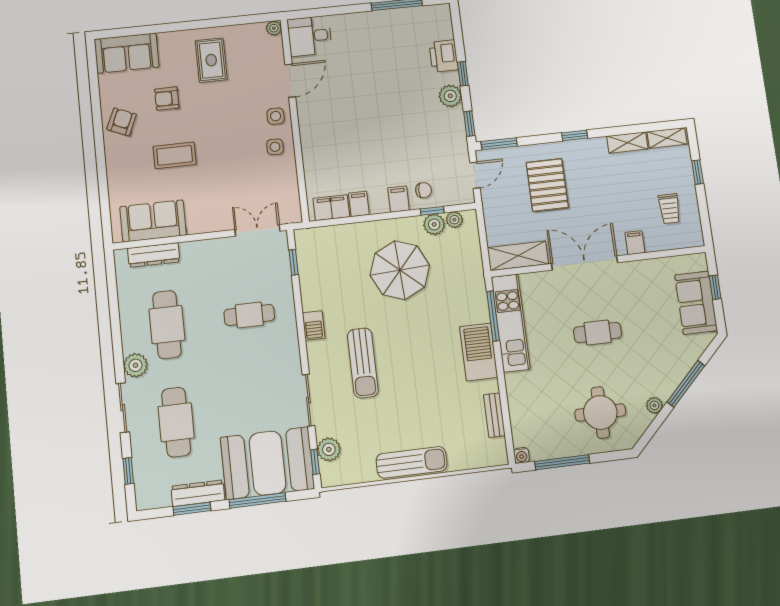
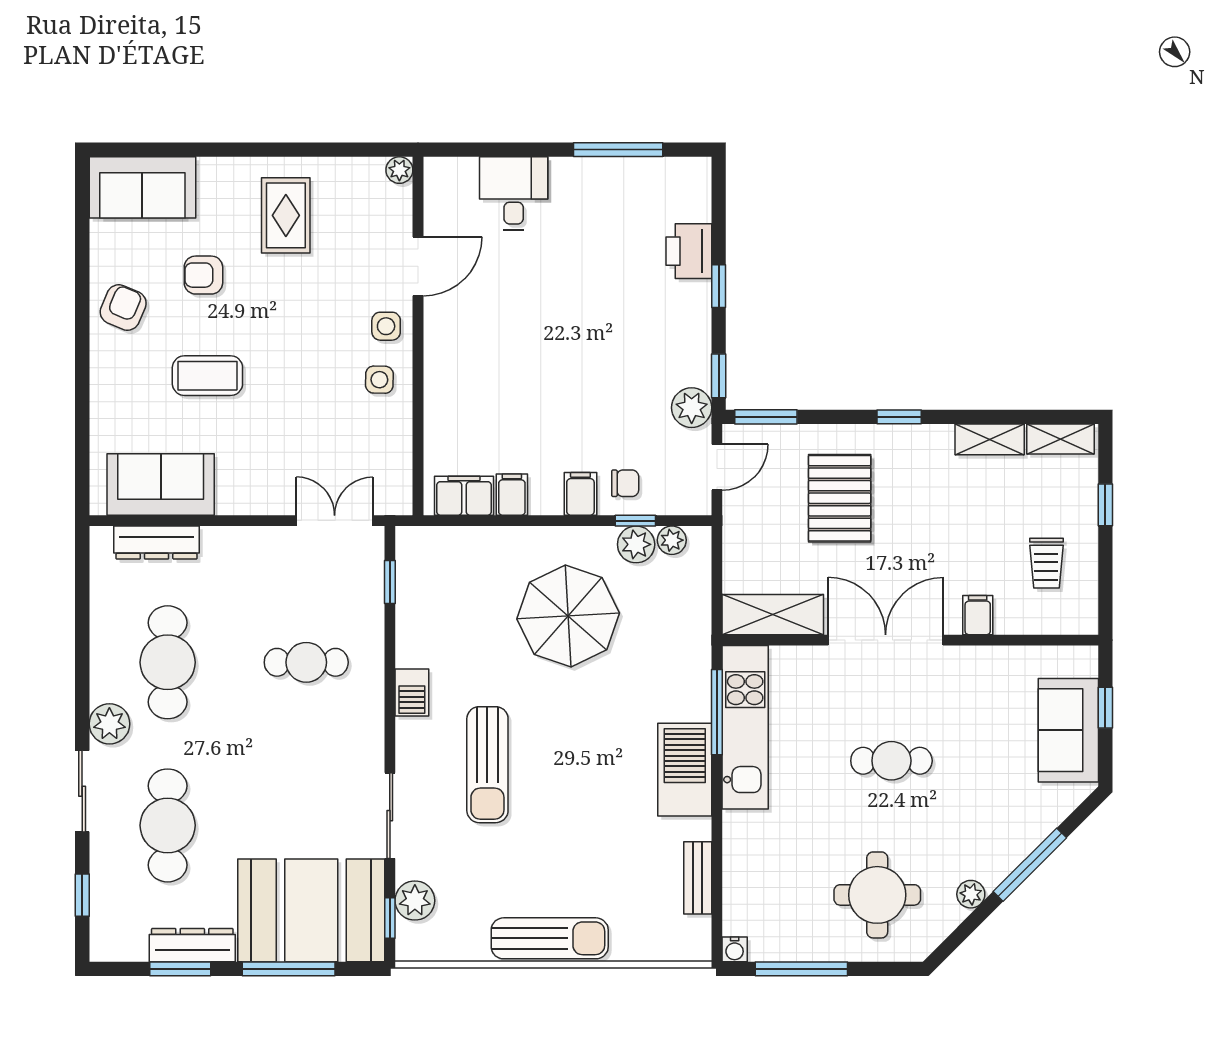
desk: (310, 36) -> (514, 193), moved, turned 90
plant: (450, 96) -> (692, 408), moved

